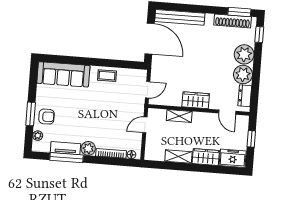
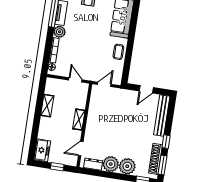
window: (211, 10) -> (166, 142), added
door: (150, 39) -> (146, 89), width x0.53
door: (148, 90) -> (104, 84), swing flipped
wardrobe: (196, 100) -> (93, 123), removed
shelving: (179, 116) -> (79, 120), moved
wardrobe: (206, 157) -> (45, 128), removed

